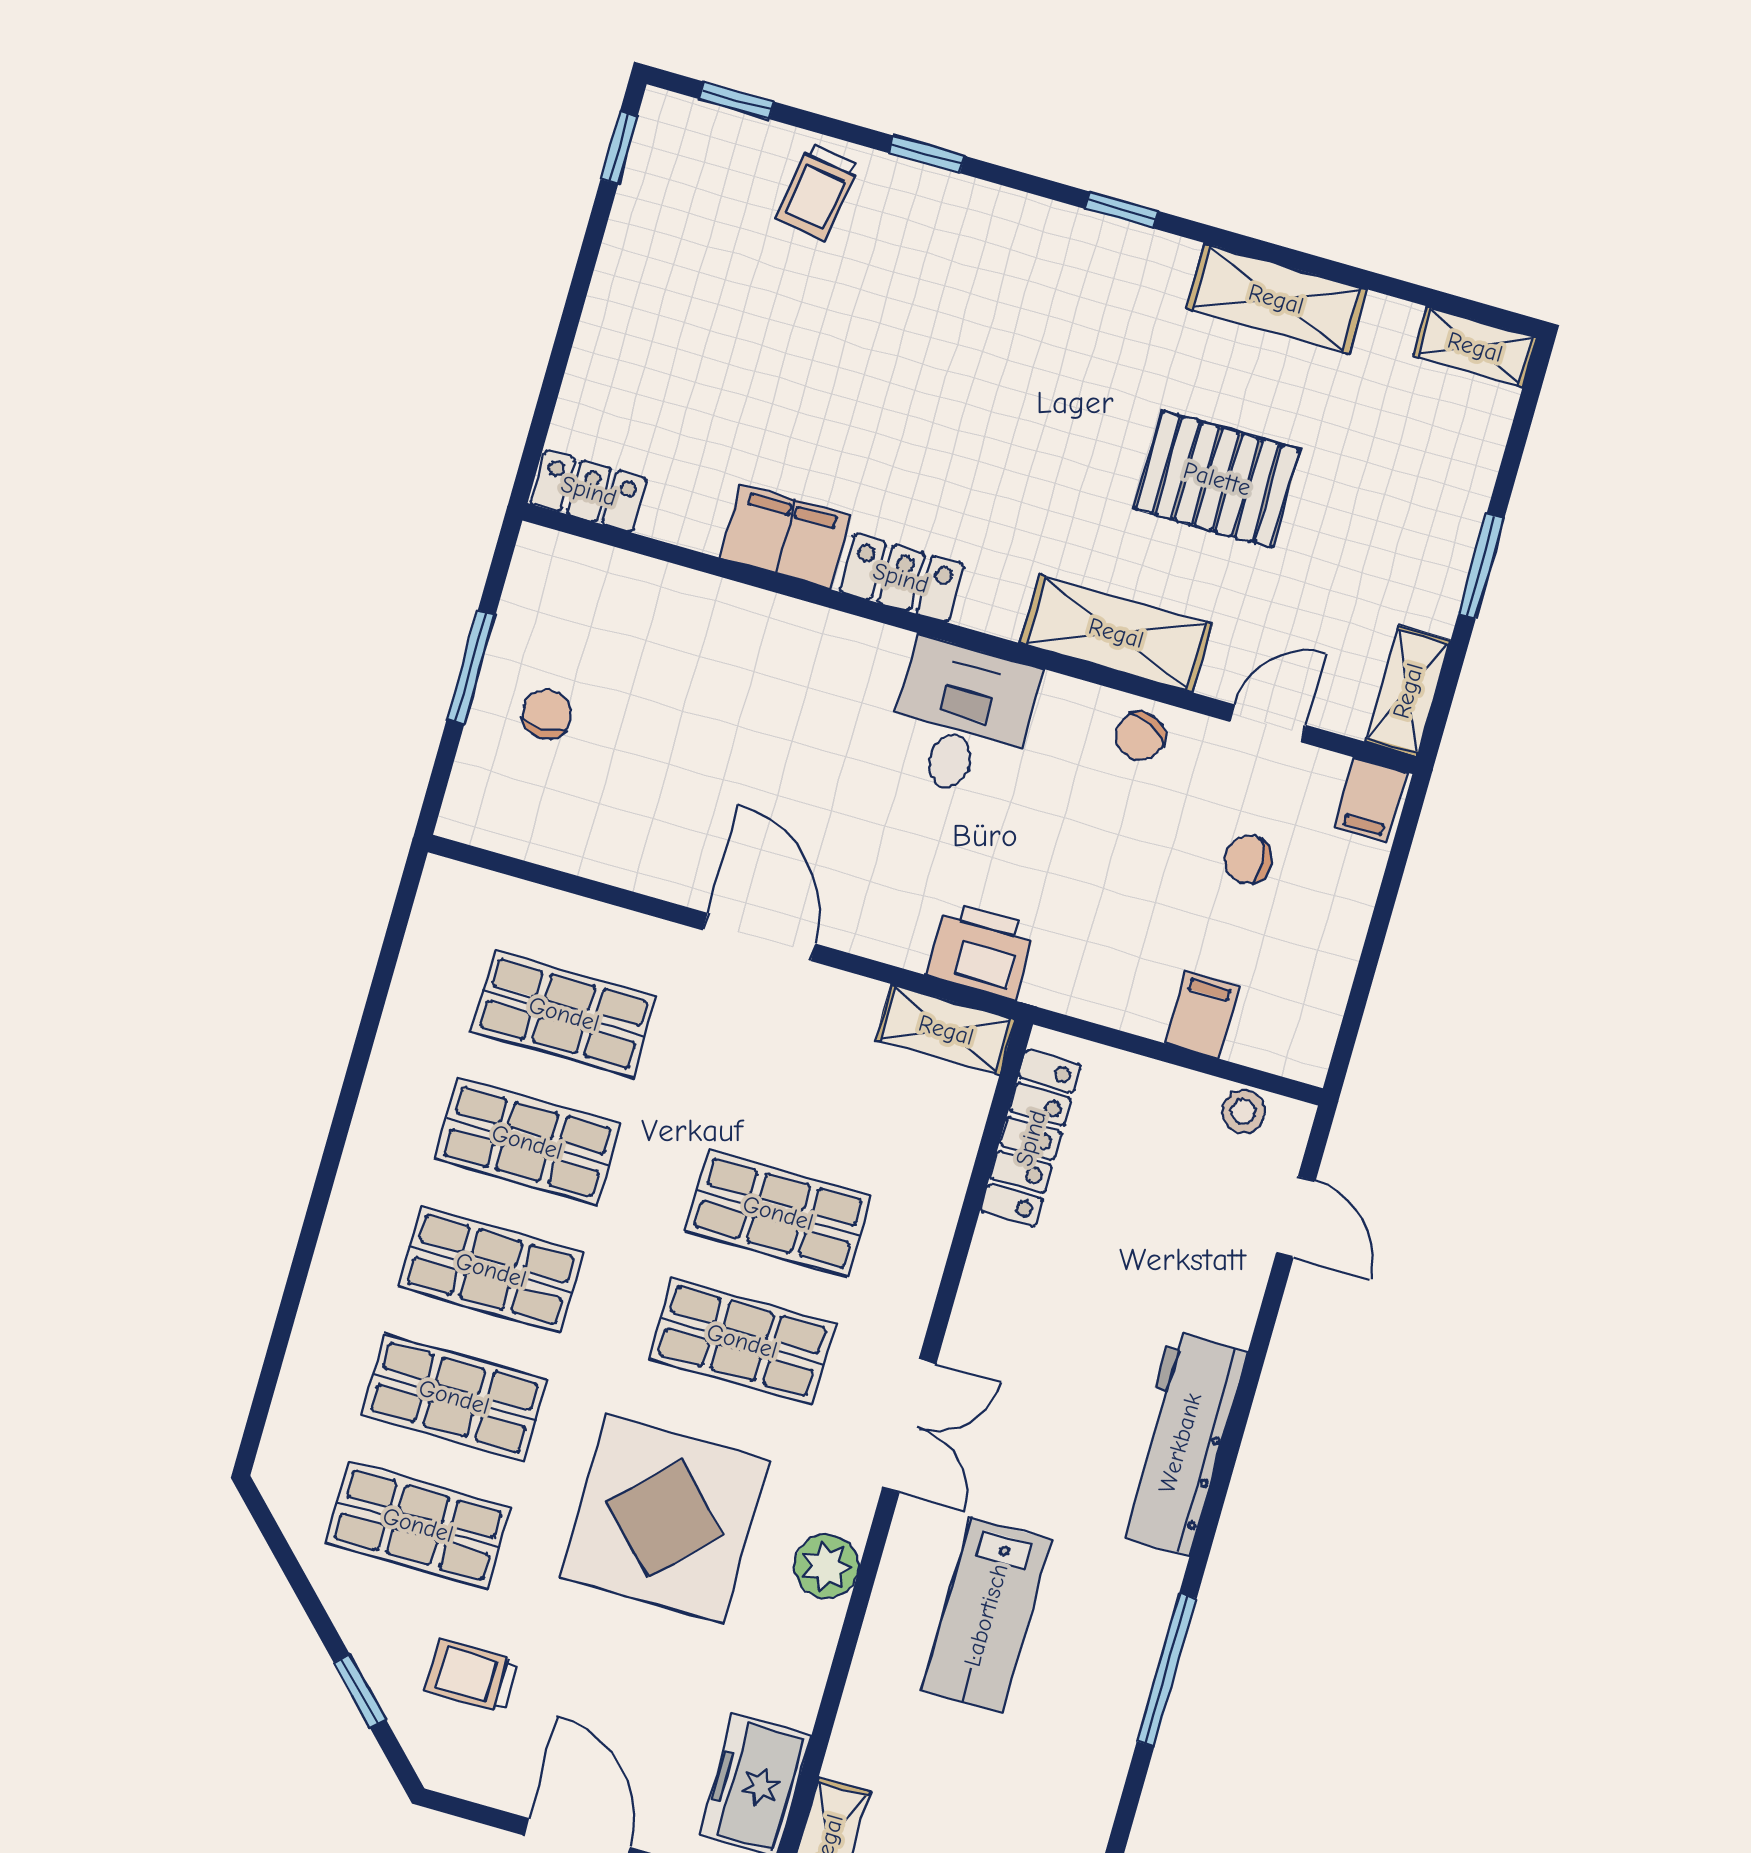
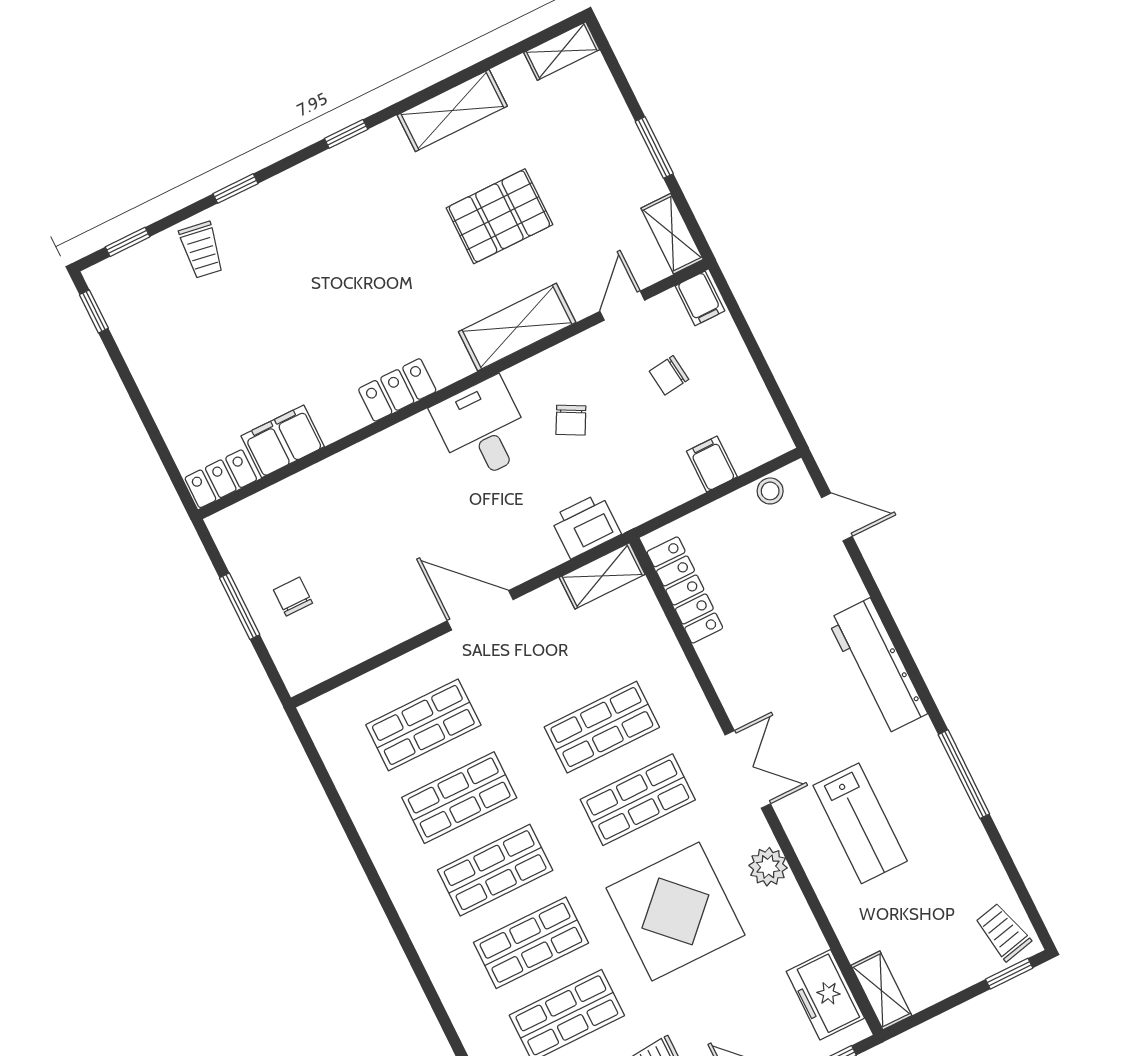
filing cabinet: (785, 537) -> (283, 441), moved
chair: (1140, 736) -> (571, 420), moved

